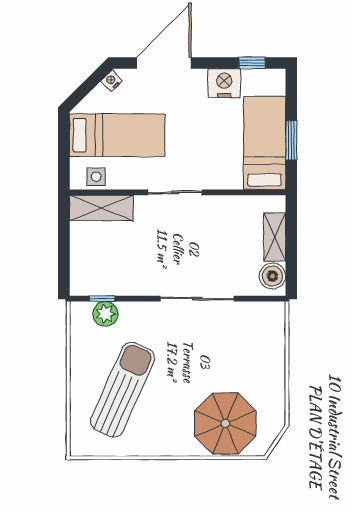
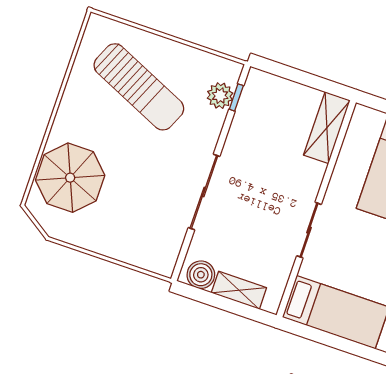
window: (291, 140) -> (329, 340), removed
side table: (96, 177) -> (360, 133), removed
sliding door: (175, 192) -> (309, 230), moved

